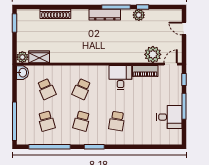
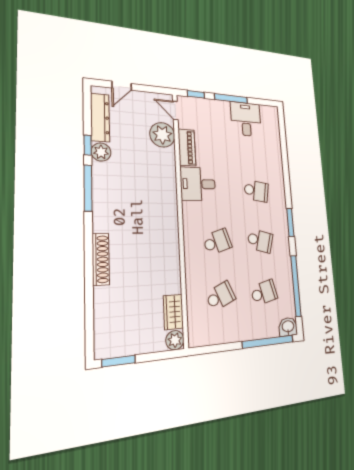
shoe rack: (55, 14) -> (101, 259), moved
dresser: (105, 15) -> (100, 118), moved
washbasin: (22, 73) -> (288, 327), moved
school desk: (82, 89) -> (217, 242), turned -42

